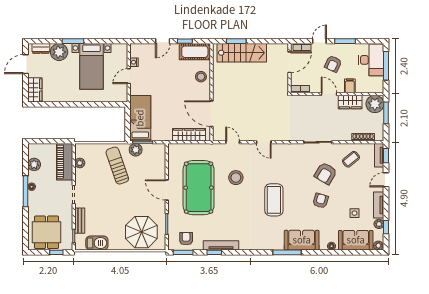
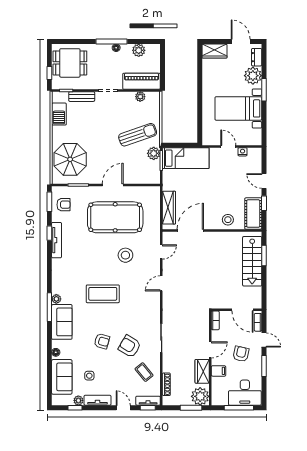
armchair: (333, 64) -> (241, 354), turned 78
plant: (378, 246) -> (56, 299), moved

